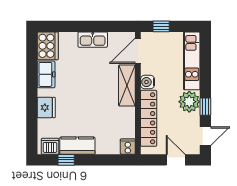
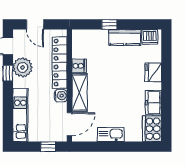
plant: (189, 102) -> (23, 67), moved
cooker: (128, 147) -> (79, 66), moved, turned -90
window: (66, 160) -> (109, 24), moved

